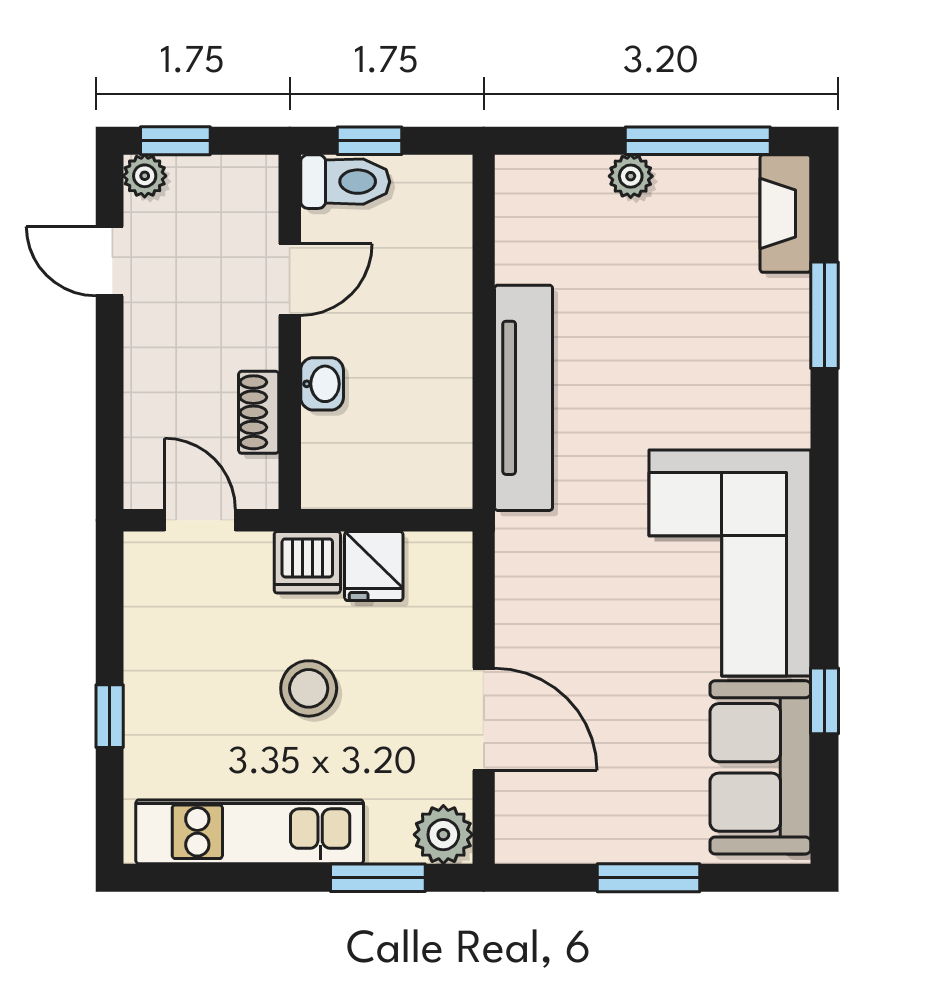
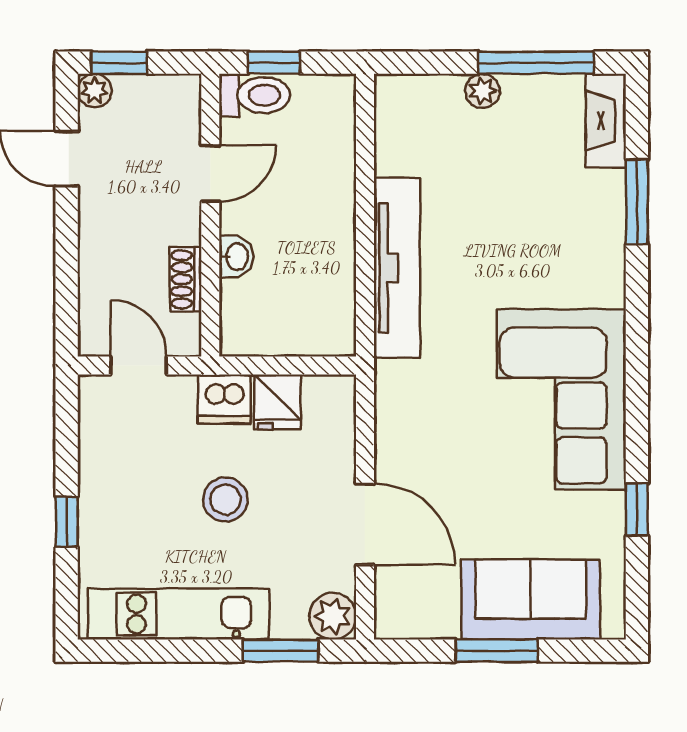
sofa: (760, 767) -> (531, 600), moved, turned 90

